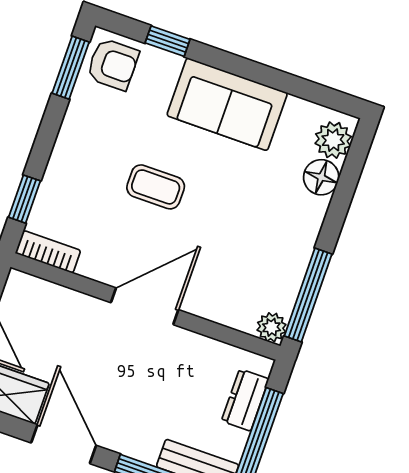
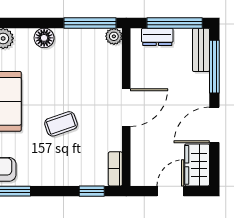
floor lamp: (321, 177) -> (44, 38), moved
coffee table: (156, 187) -> (61, 124), turned 71
door: (145, 306) -> (126, 108), swing flipped

